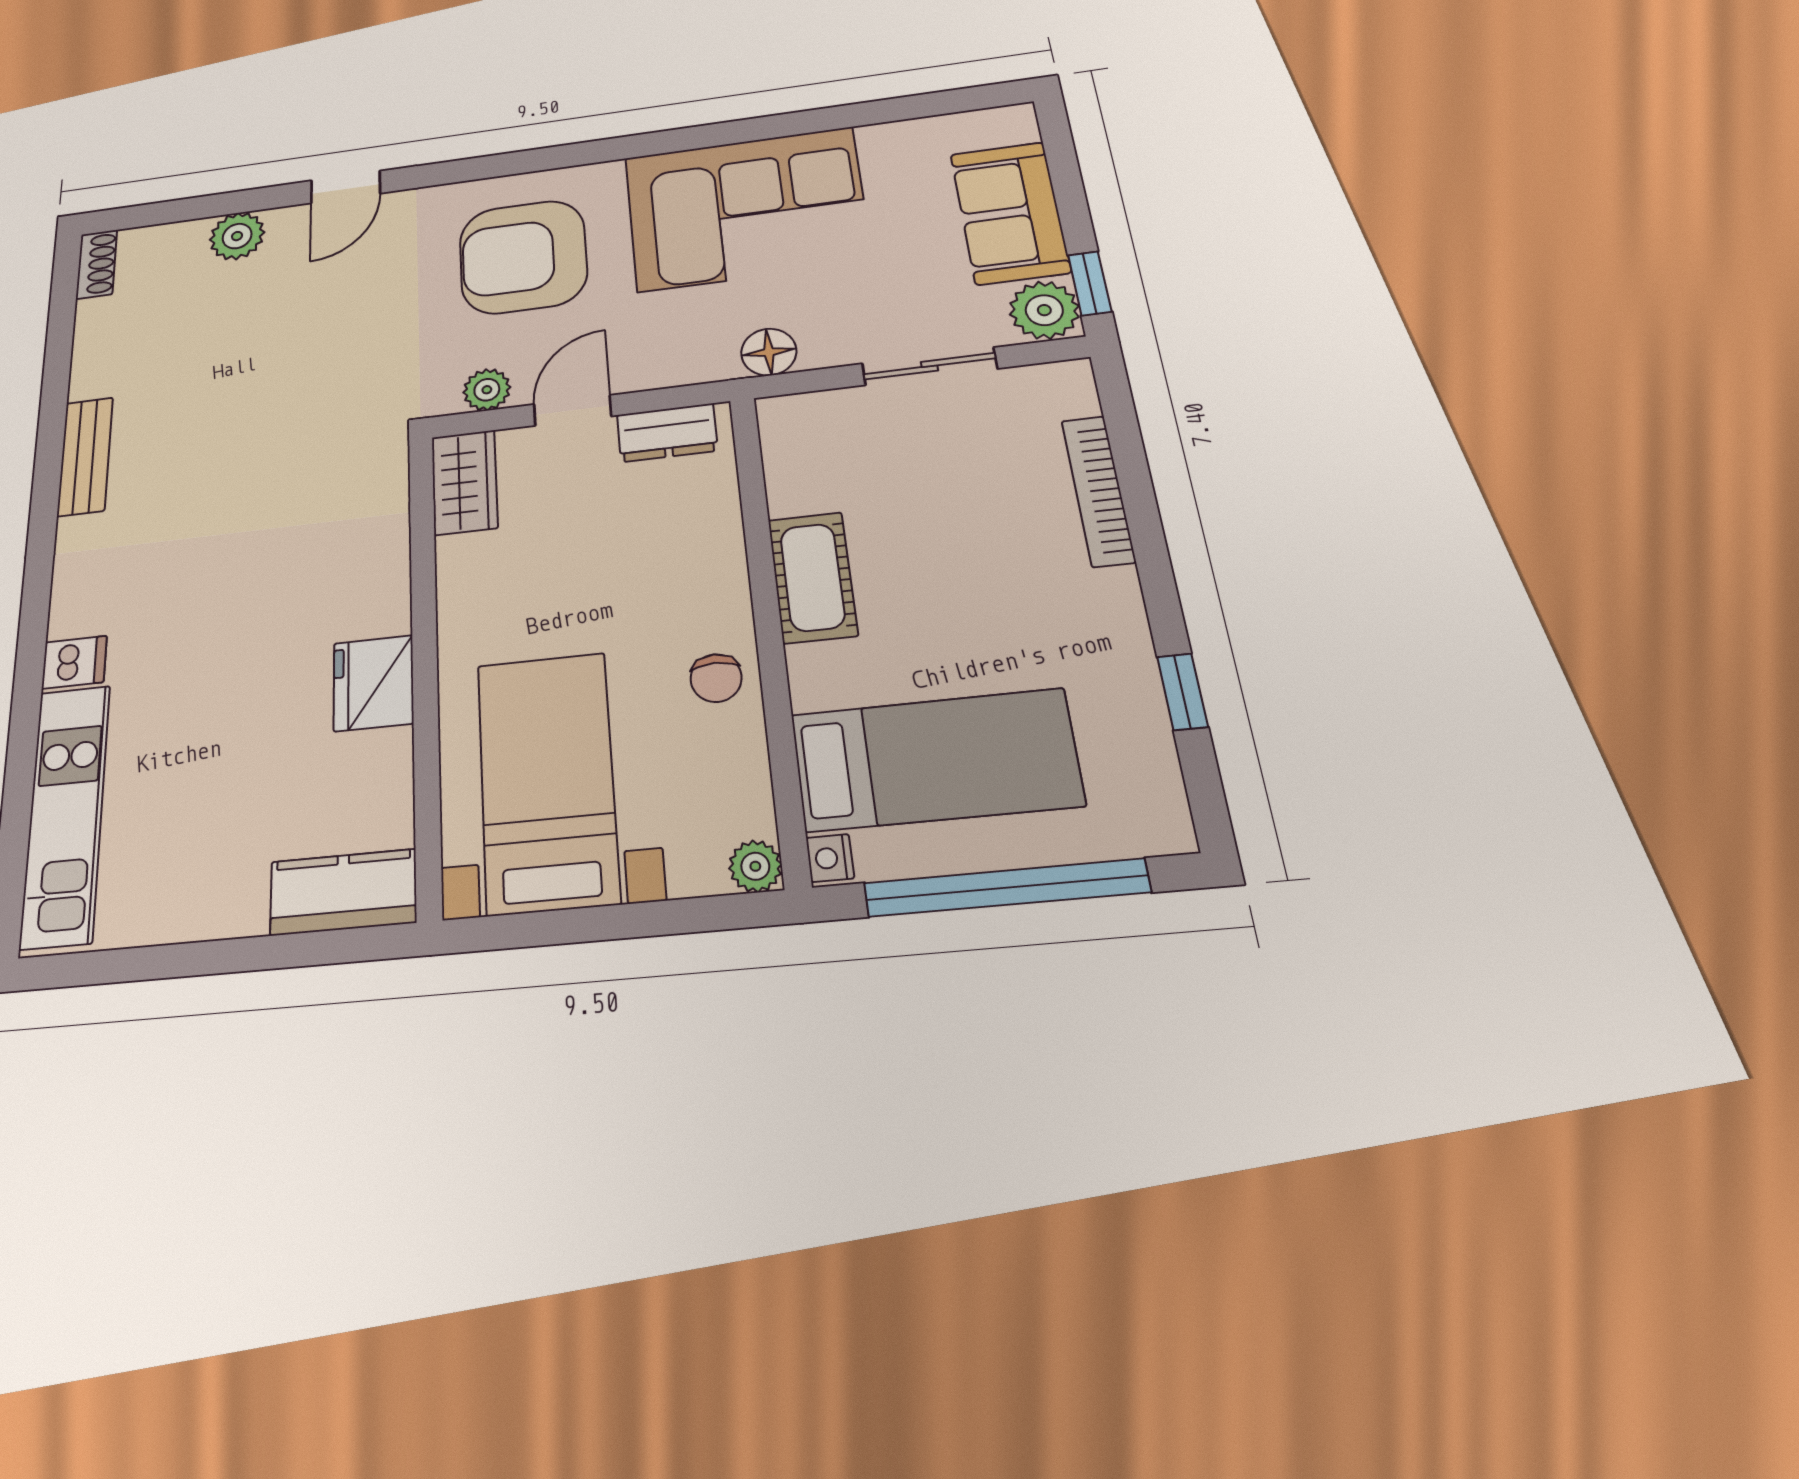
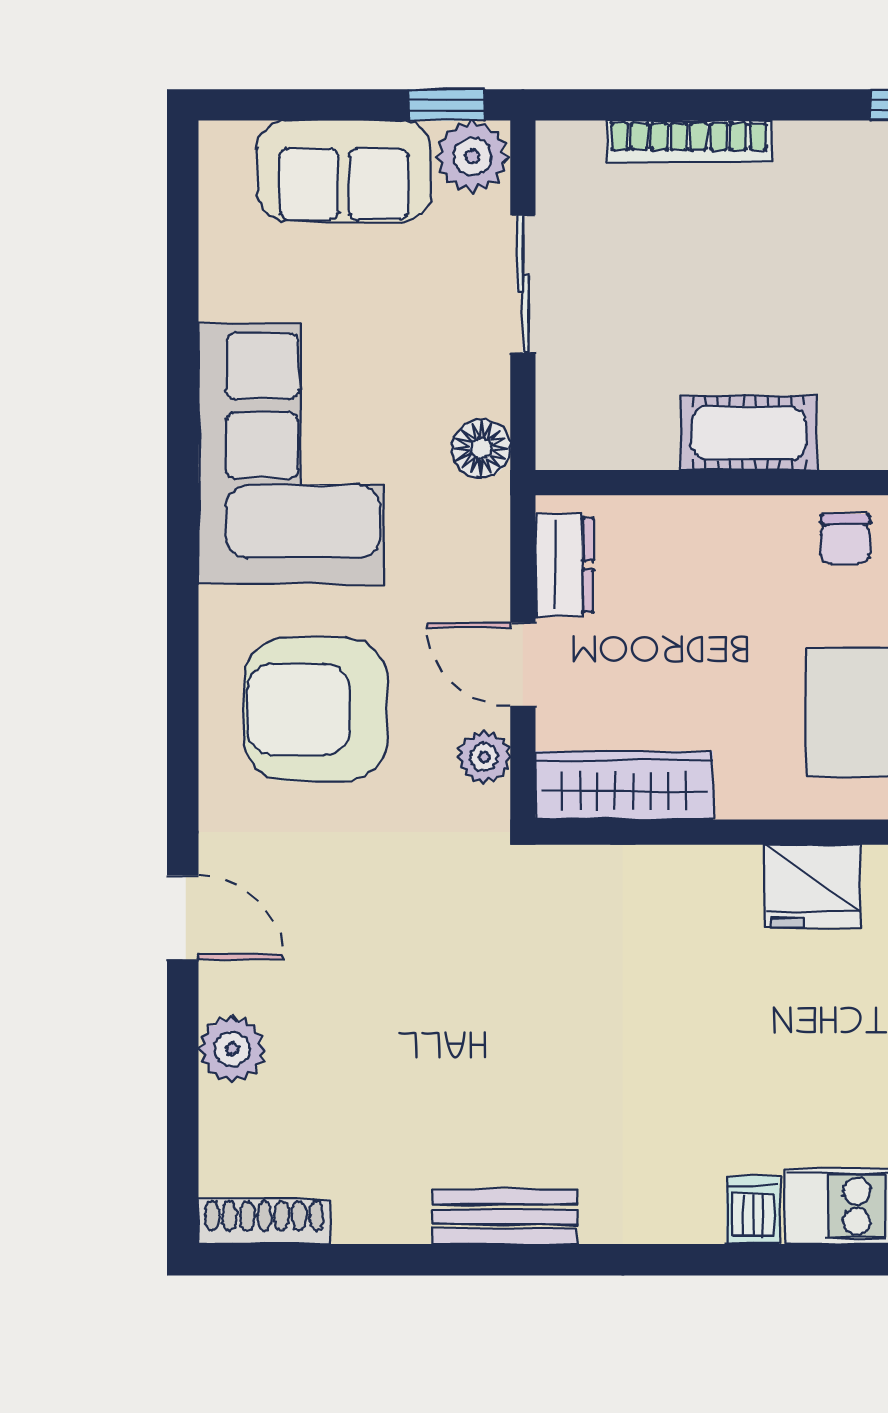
armchair: (523, 257) -> (316, 710), turned 90
shoe rack: (97, 264) -> (264, 1222), width x1.43
wardrobe: (464, 482) -> (624, 785), width x1.50
chair: (716, 678) -> (845, 539), turned 90

